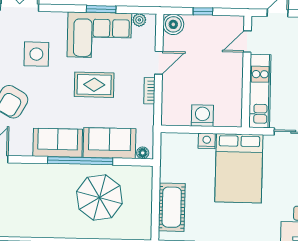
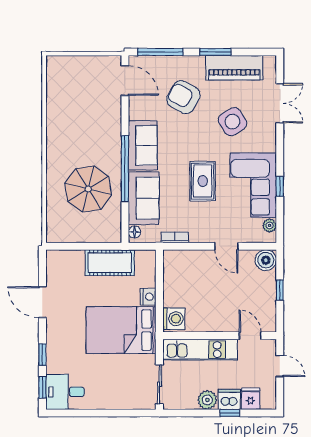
window: (101, 9) -> (280, 186), width x0.67
side table: (36, 54) -> (232, 122), turned -32
bookcase: (149, 91) -> (175, 237), moved
washing machine: (202, 116) -> (174, 319), moved
cot: (172, 207) -> (110, 263), moved

